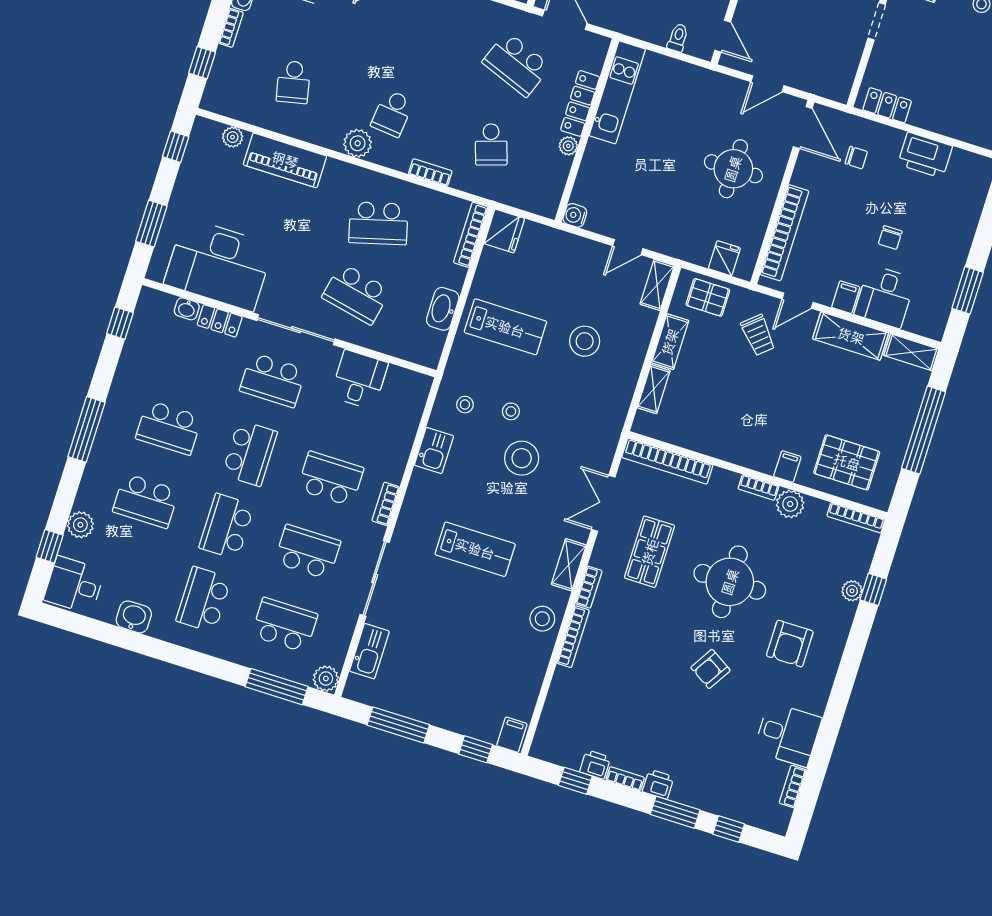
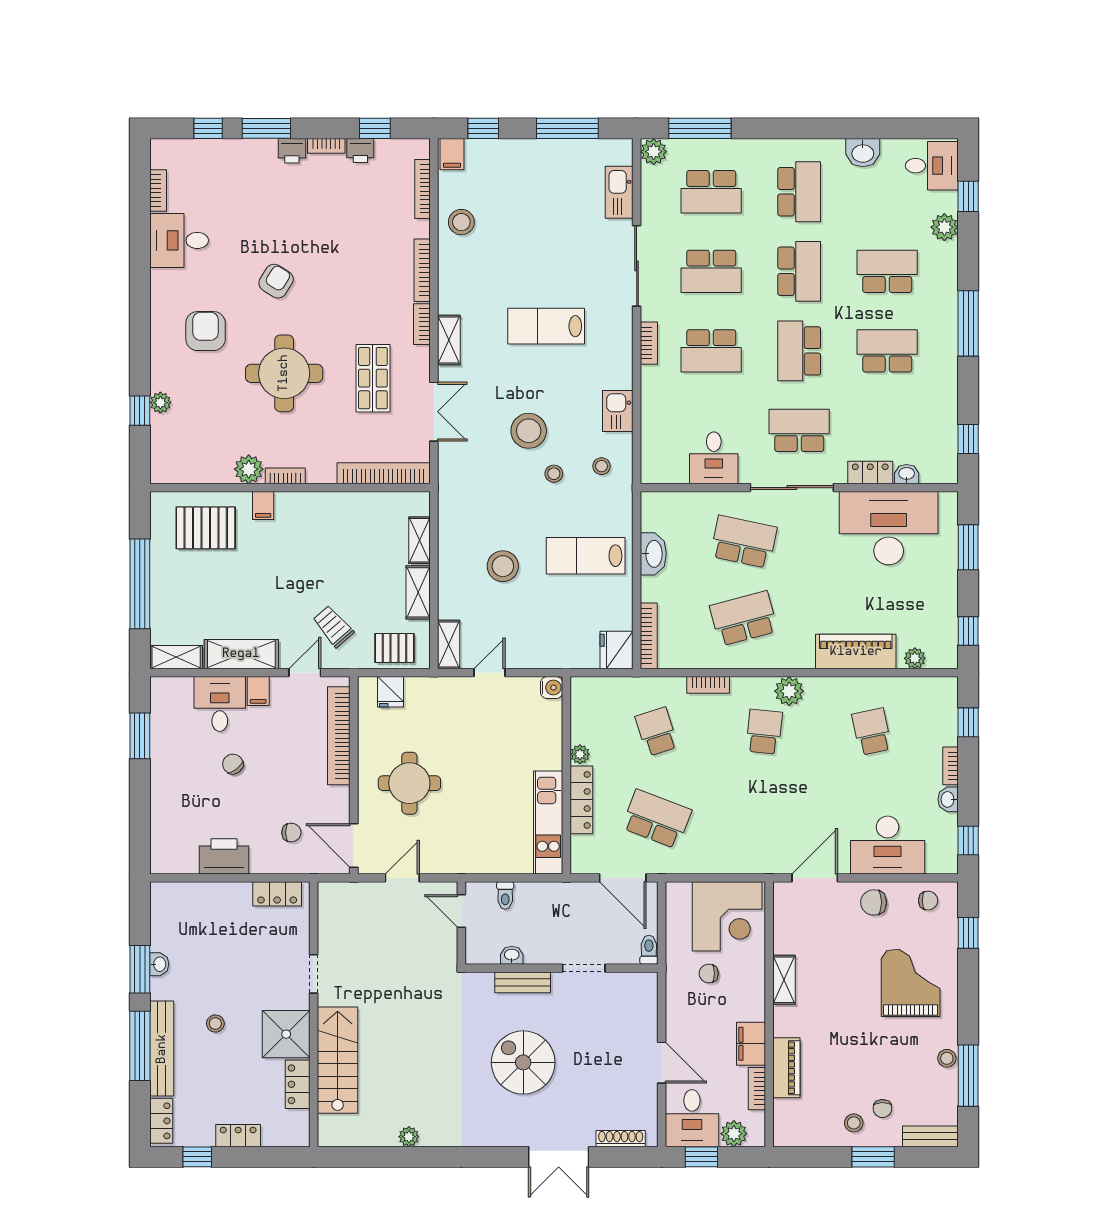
chair: (856, 158) -> (291, 833), turned 180
chair: (890, 238) -> (233, 764), turned -39
bookcase: (856, 518) -> (423, 189), moved, turned -90
stool: (542, 619) -> (461, 222), moved

